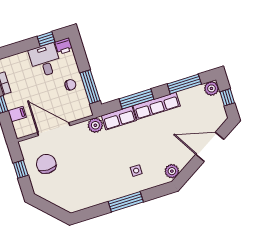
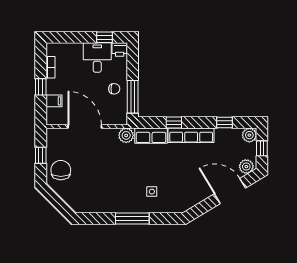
window: (184, 84) -> (224, 123), width x0.46
window: (137, 99) -> (174, 123), width x0.46
chair: (46, 164) -> (61, 170), moved
plant: (172, 171) -> (246, 167), moved

